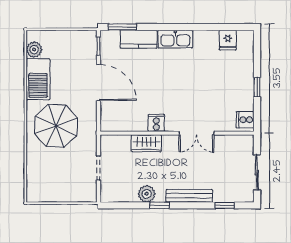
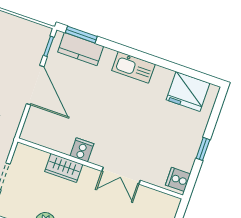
kitchen counter: (139, 39) -> (81, 49), moved
fridge: (228, 40) -> (188, 92), width x1.88, depth x1.34

